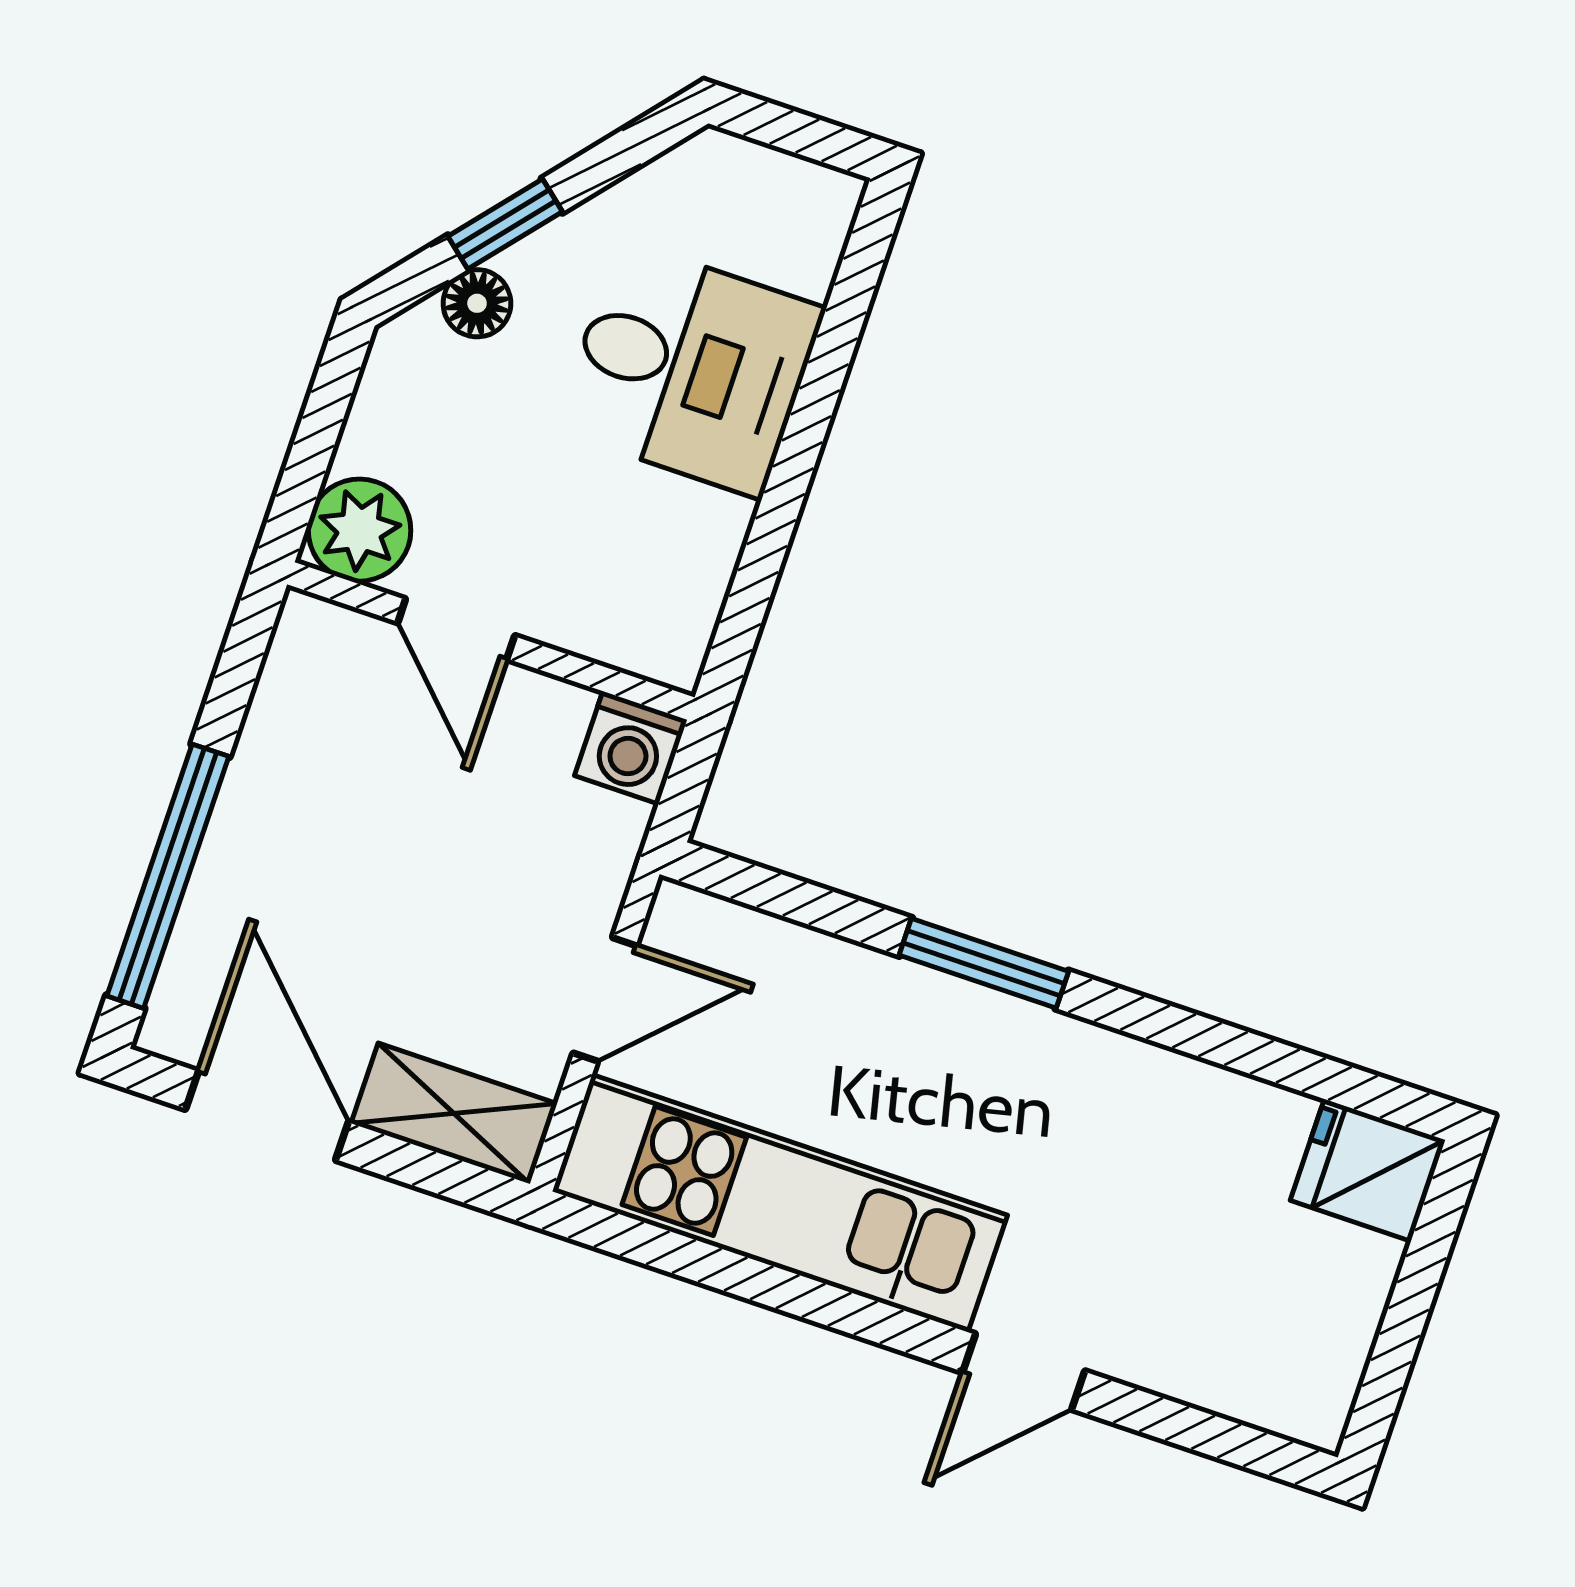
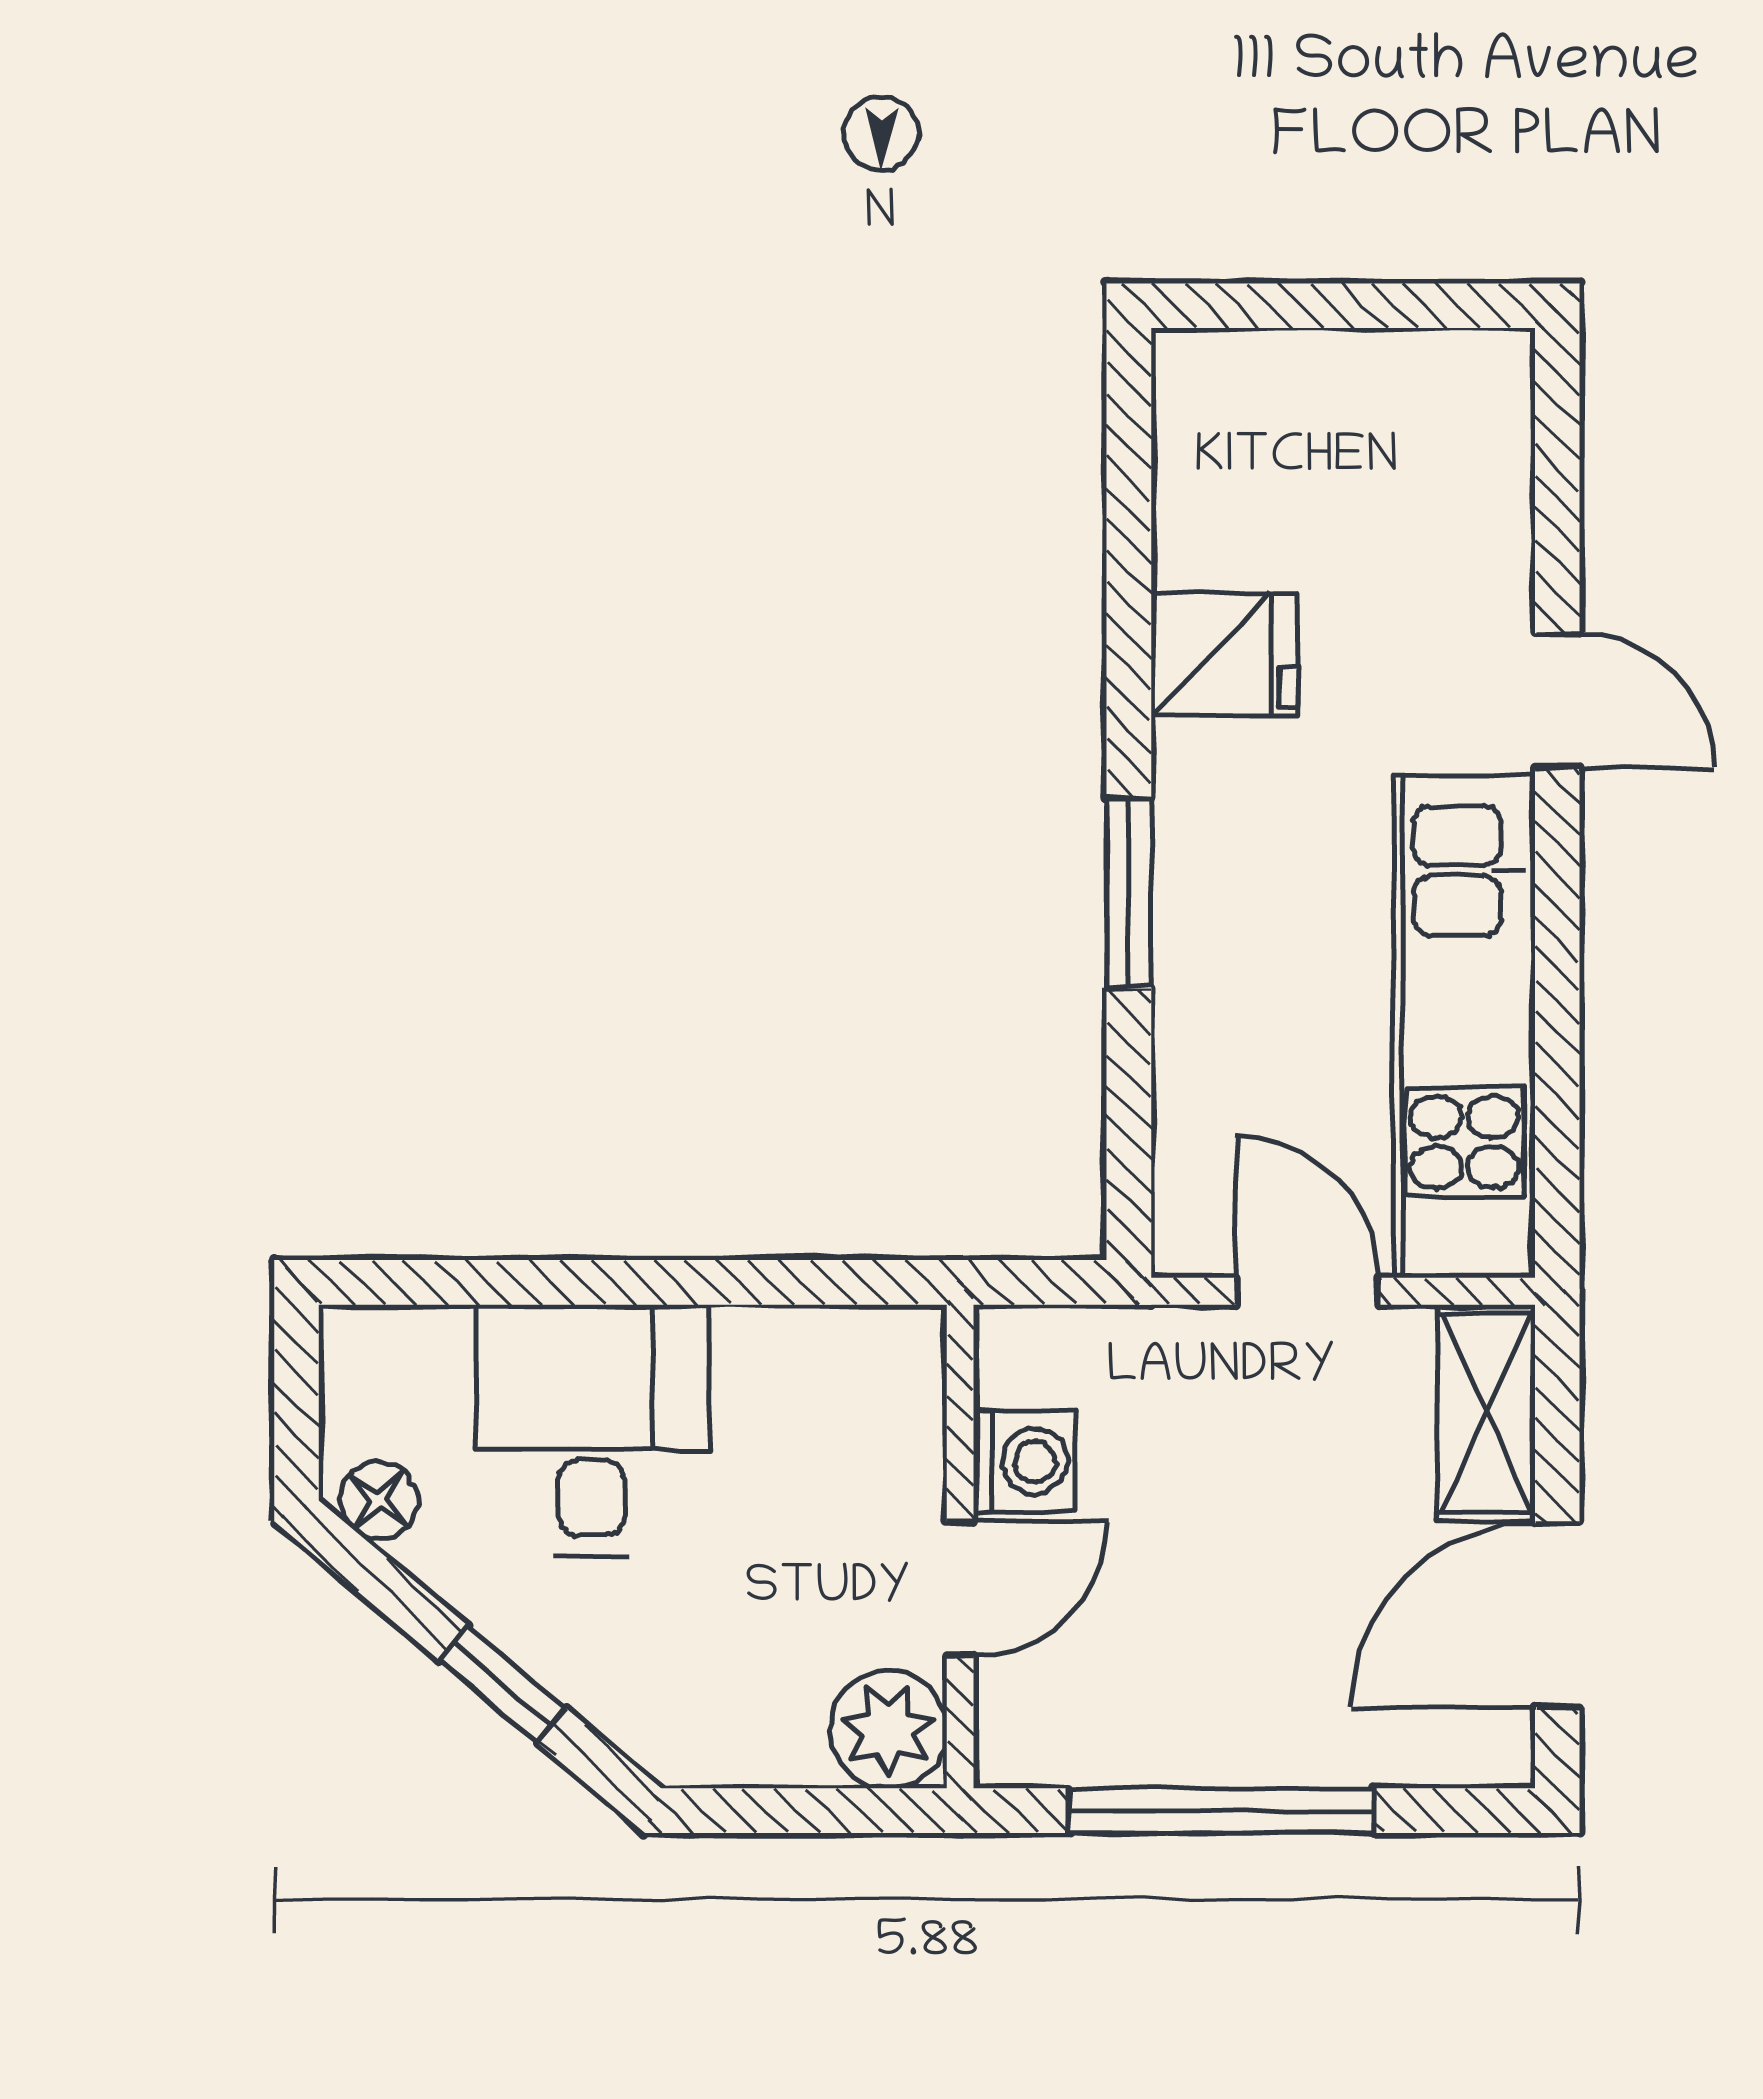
floor lamp: (477, 303) -> (379, 1500), moved
washing machine: (631, 748) -> (1025, 1461), moved
window: (168, 876) -> (1221, 1811), moved
fridge: (1368, 1170) -> (1224, 655), moved, turned -90

